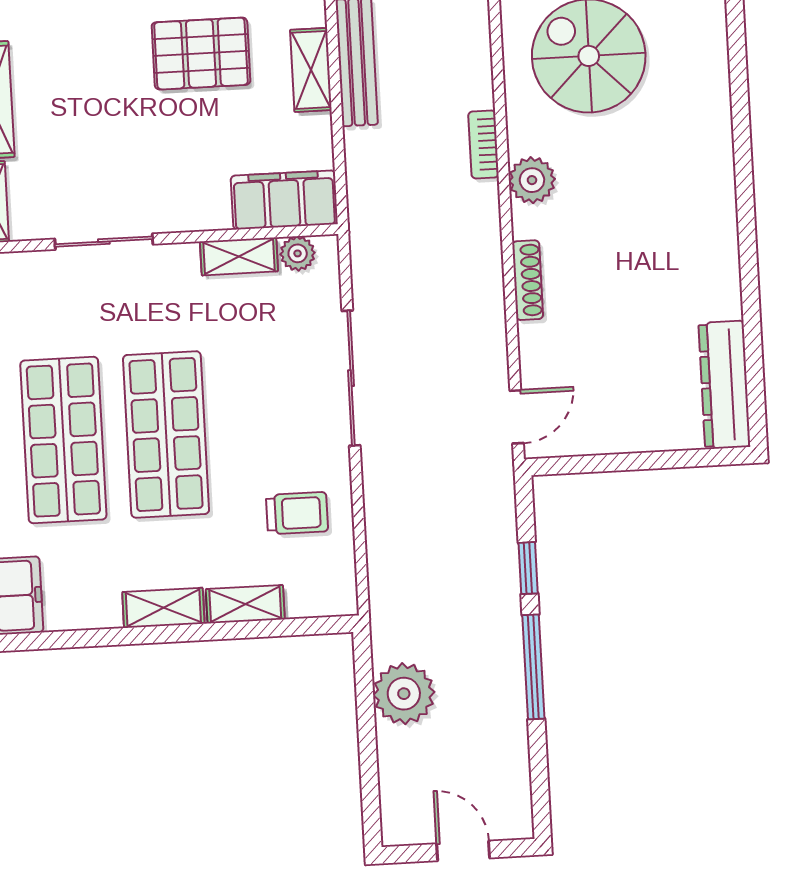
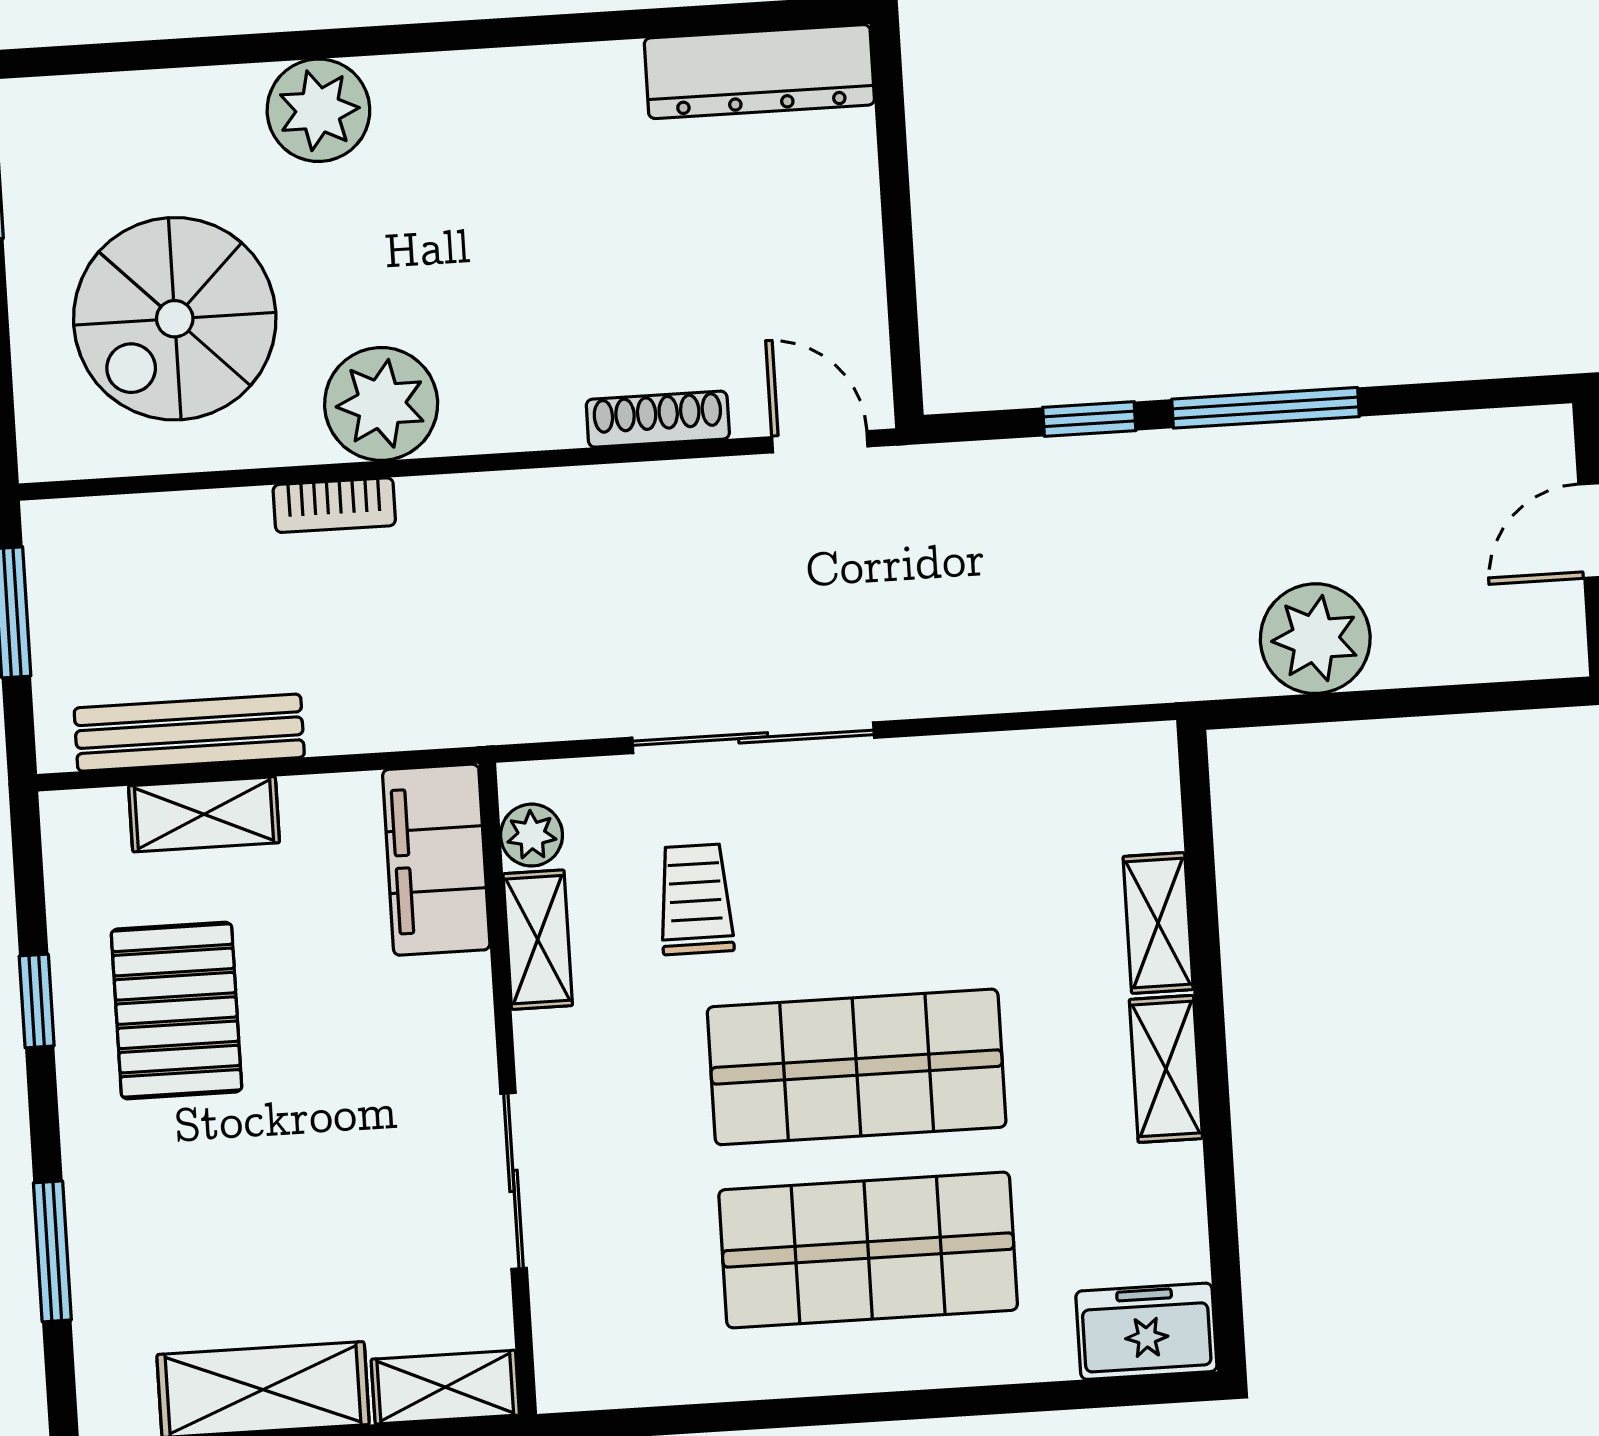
plant: (705, 138) -> (318, 110), added
plant: (532, 180) -> (381, 404), width x1.36, depth x1.36
shoe rack: (528, 280) -> (658, 419), moved
trolley: (297, 513) -> (696, 899), moved

